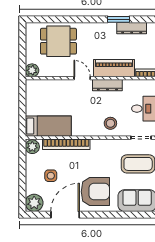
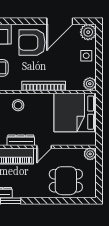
door: (82, 78) -> (44, 147), hinge flipped
bed: (48, 126) -> (75, 113), width x2.04
bookcase: (66, 144) -> (44, 86), moved
side table: (51, 176) -> (86, 56), moved

